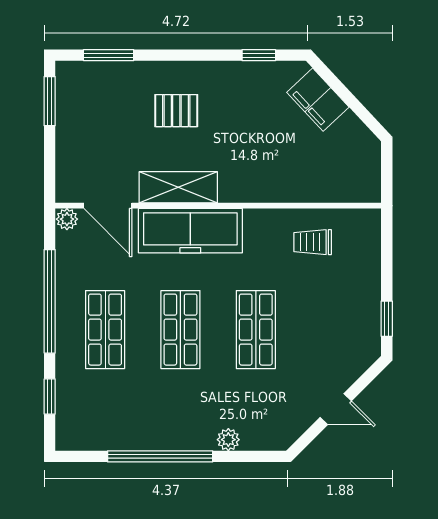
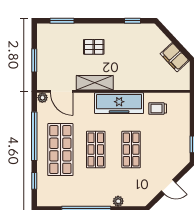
filing cabinet: (318, 100) -> (175, 57), moved
window: (50, 101) -> (34, 60), moved
freezer: (190, 231) -> (119, 103), moved
shop shelf: (105, 330) -> (60, 150), width x1.43, depth x1.36

